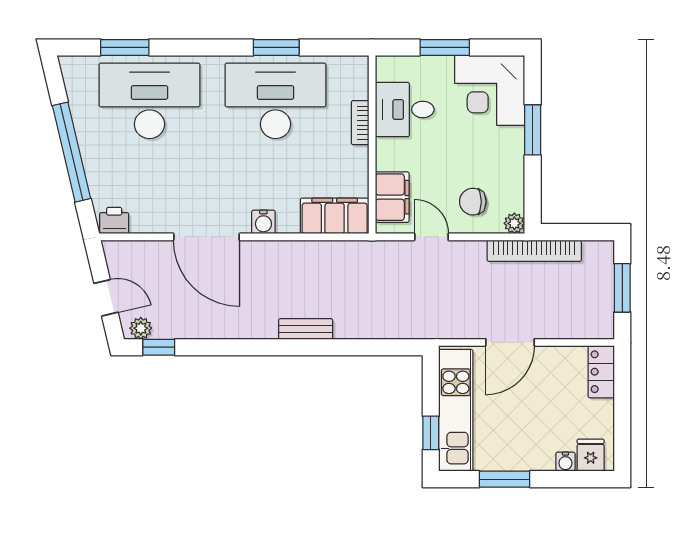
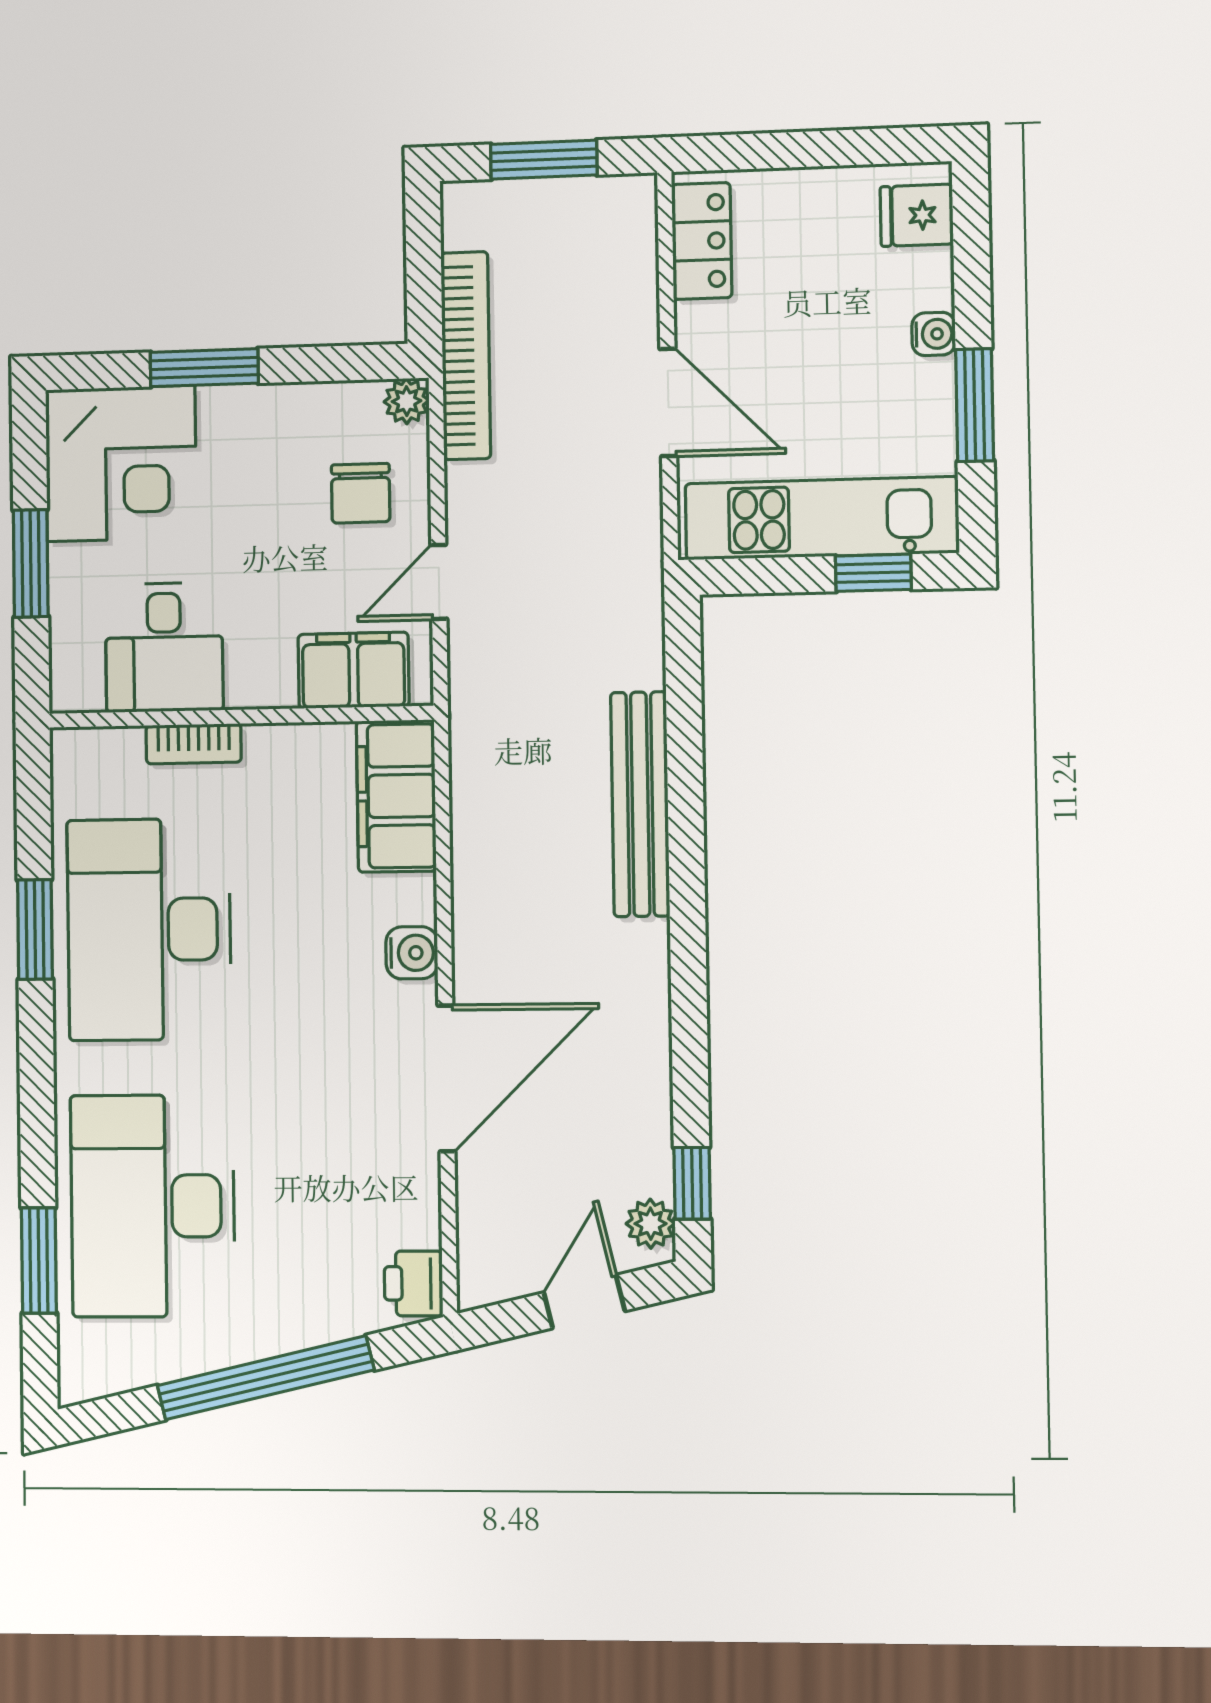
bench: (306, 329) -> (640, 804), width x1.86, depth x1.21
locker: (601, 372) -> (702, 241), moved, turned -90
water cooler: (565, 462) -> (934, 334), moved

